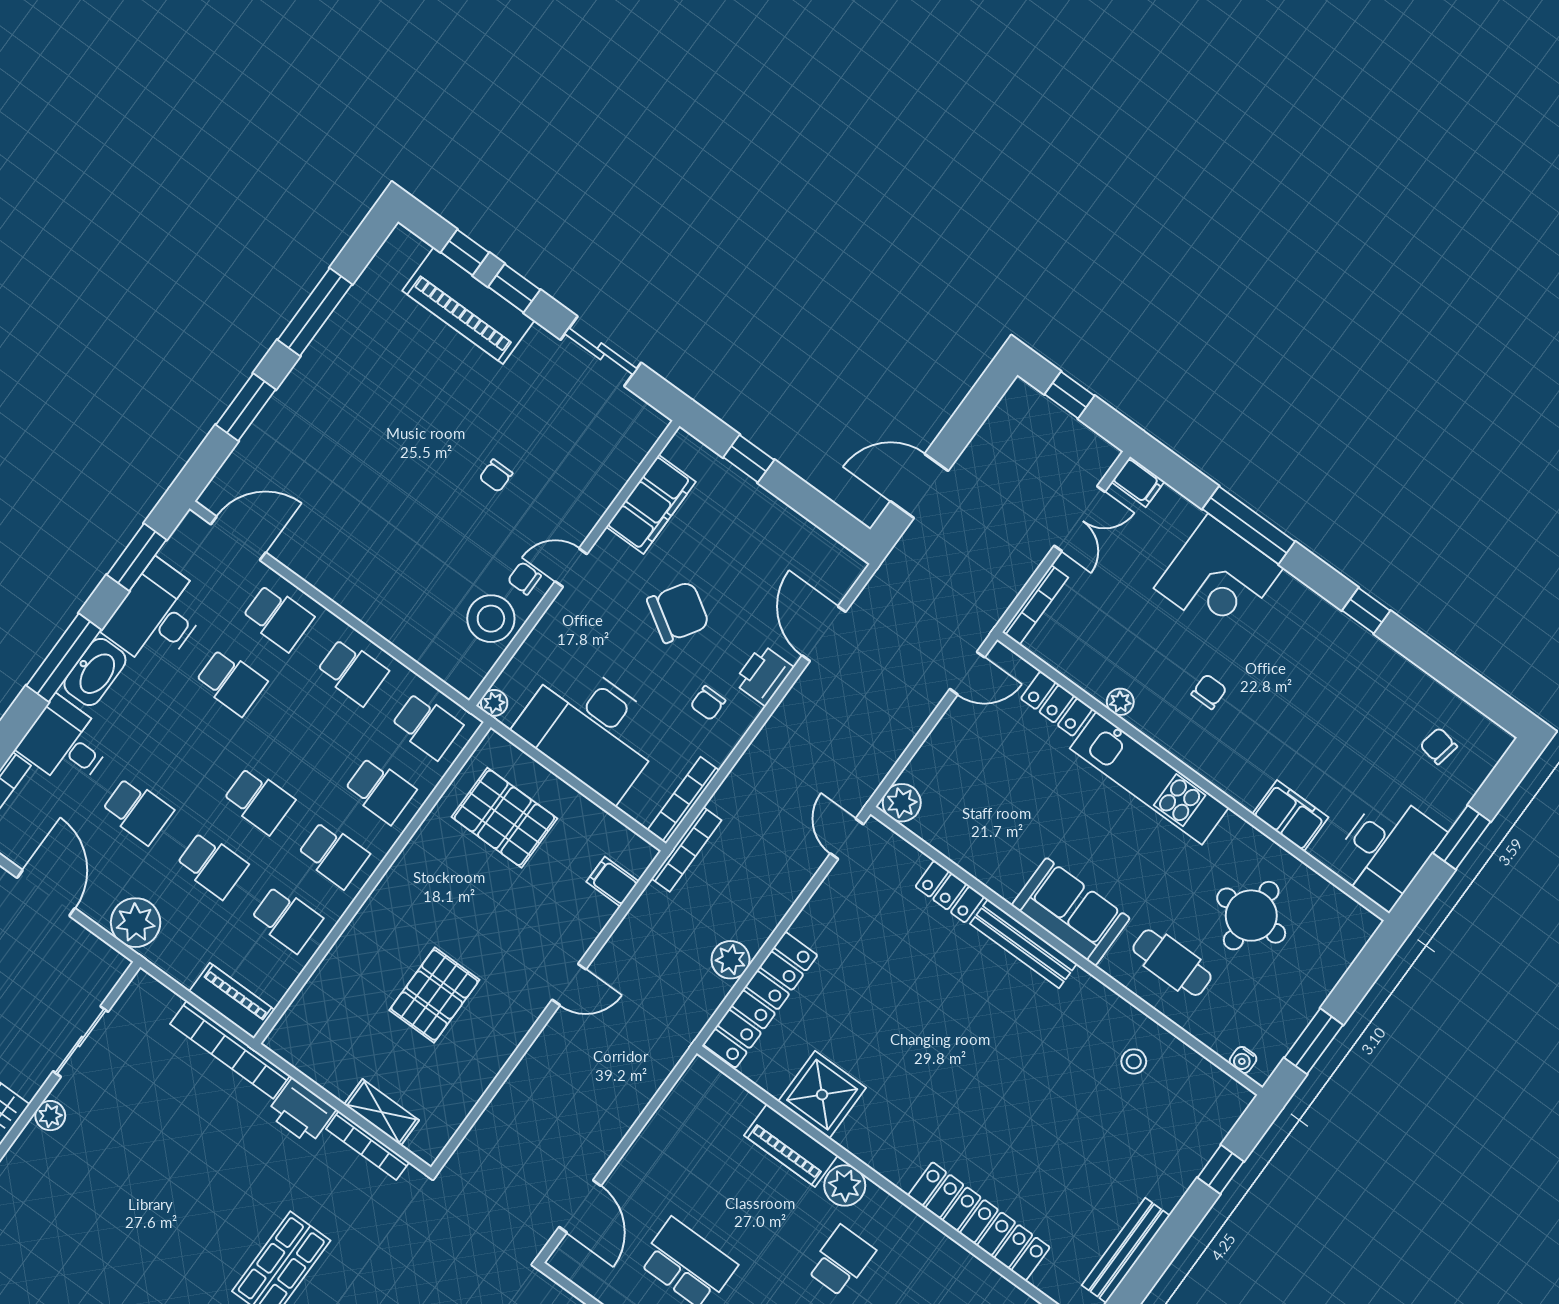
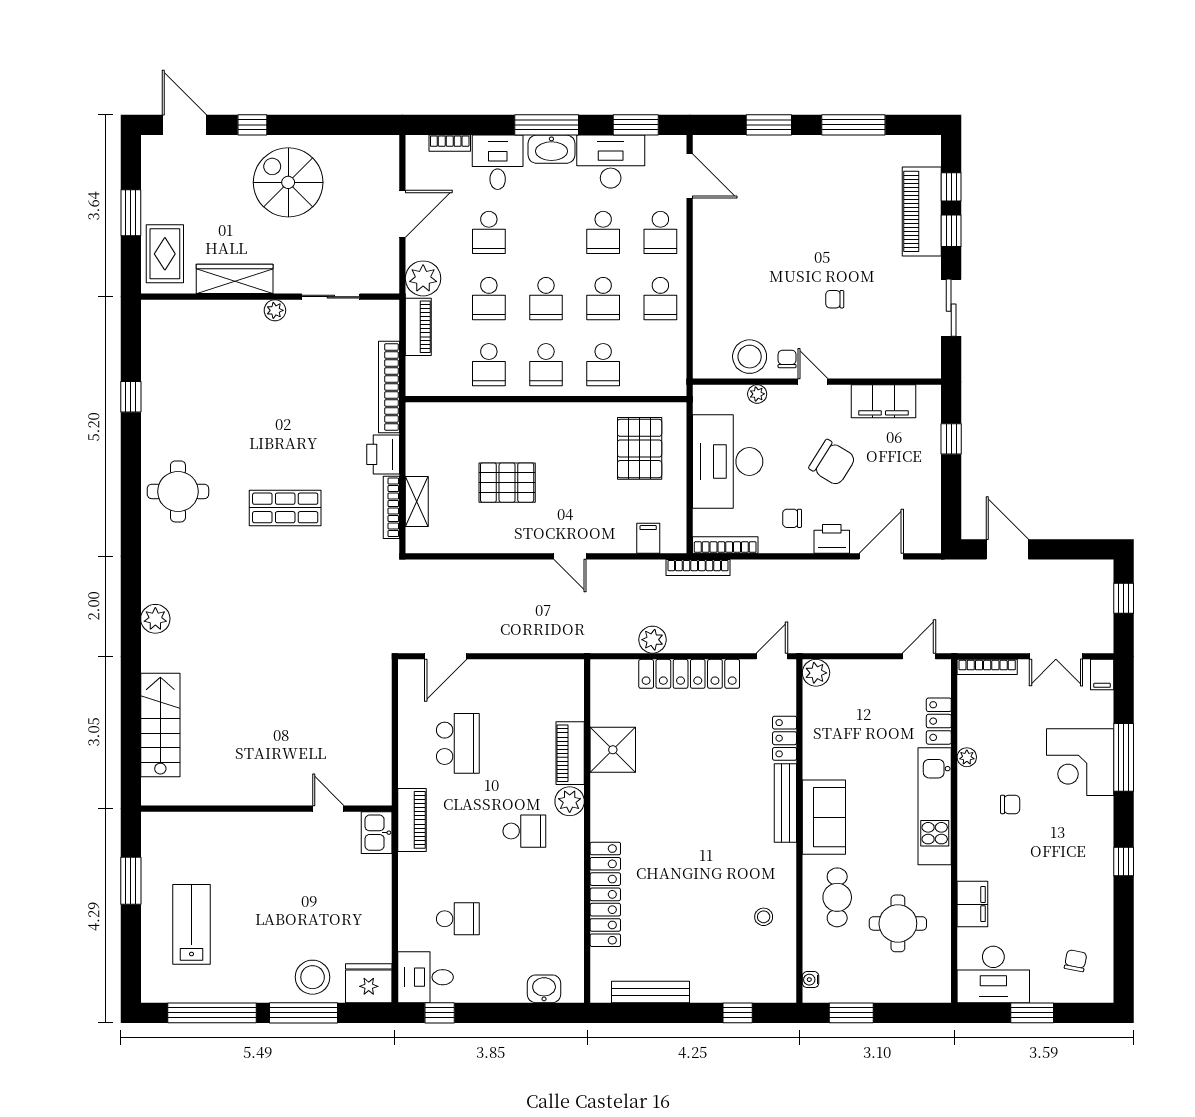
door: (967, 673) -> (919, 656), swing flipped
plant: (494, 703) -> (757, 394), moved
school desk: (427, 726) -> (603, 299), moved
locker: (760, 1000) -> (689, 674), moved
piano: (232, 1001) -> (418, 327), moved

